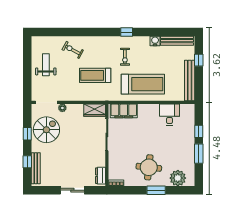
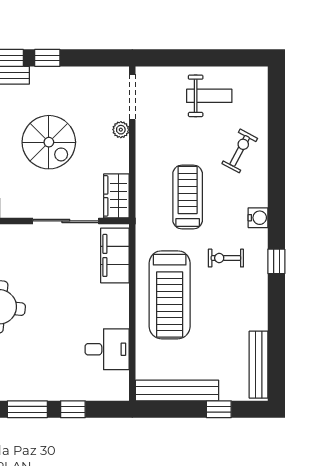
water cooler: (155, 41) -> (258, 218), moved
spiral stairs: (46, 130) -> (49, 142), moved
window: (27, 134) -> (47, 58), moved

